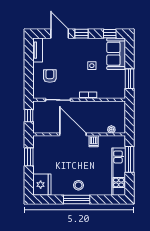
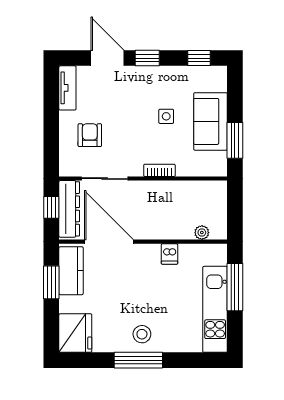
sofa: (116, 54) -> (211, 121), moved
dresser: (39, 116) -> (69, 209), added
door: (73, 134) -> (109, 242), moved
kitchen counter: (40, 150) -> (71, 271), added

